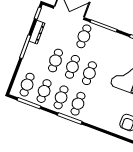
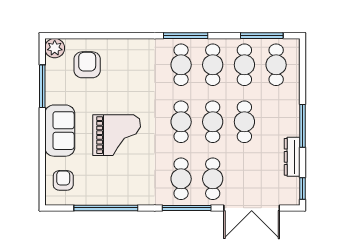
cafe table: (101, 43) -> (181, 179), added

